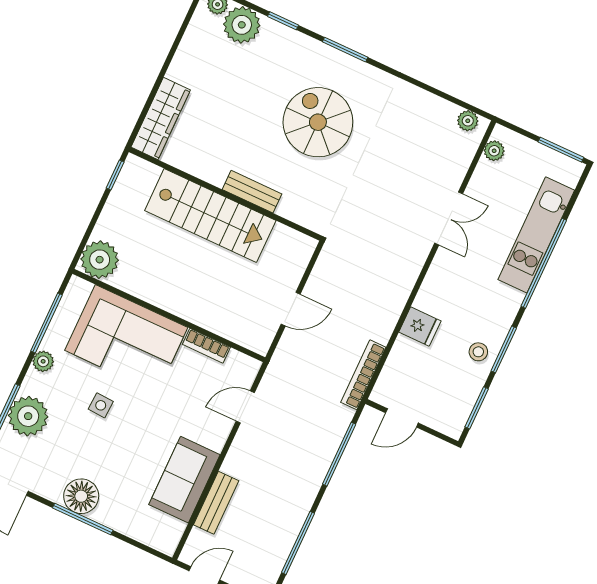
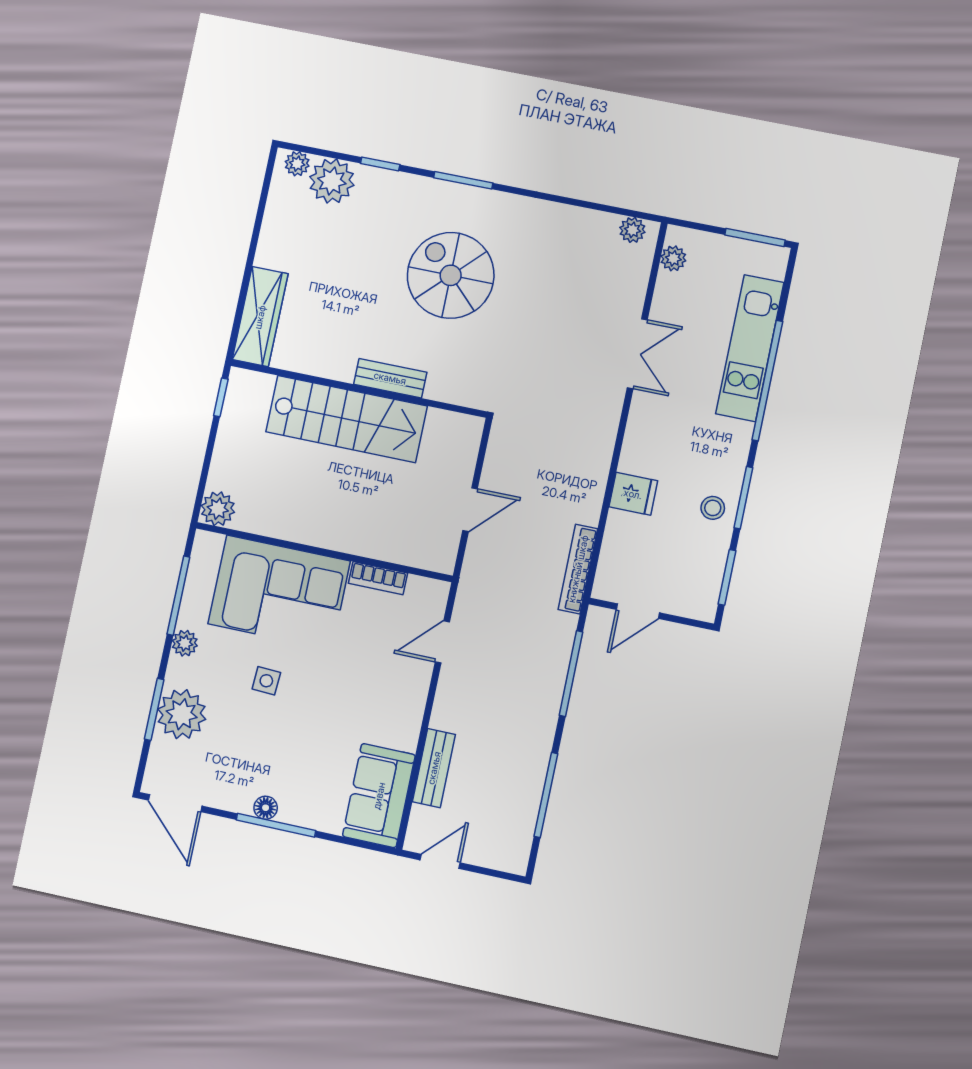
plant: (100, 260) -> (218, 509), width x0.73, depth x0.73
sofa: (184, 480) -> (379, 796), moved
floor lamp: (81, 496) -> (266, 808), width x0.53, depth x0.53

